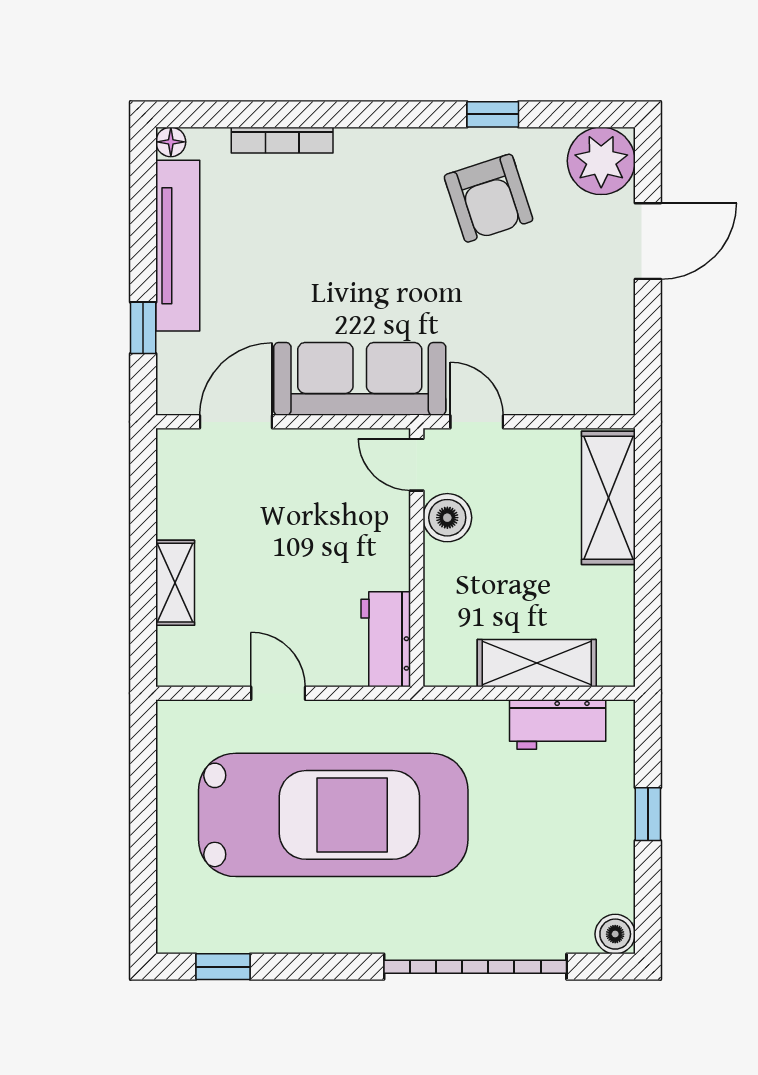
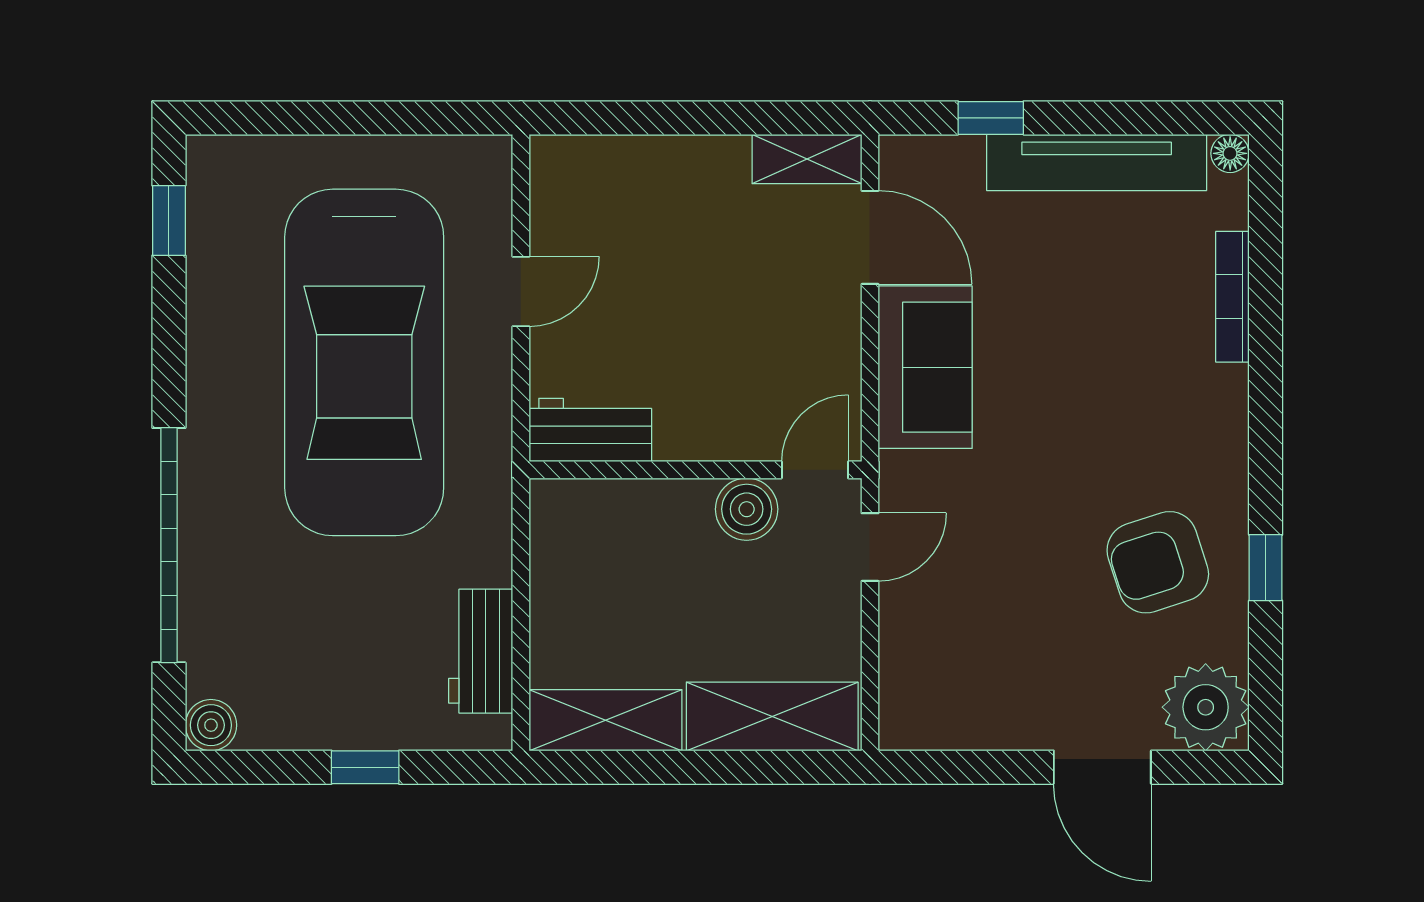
sofa: (360, 379) -> (925, 367), width x0.73
shelving: (175, 583) -> (807, 159), moved
shelving: (537, 663) -> (606, 720), moved, turned 90

